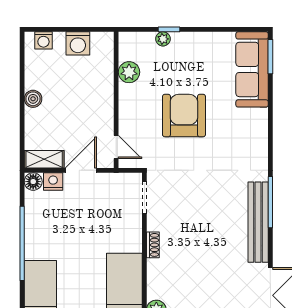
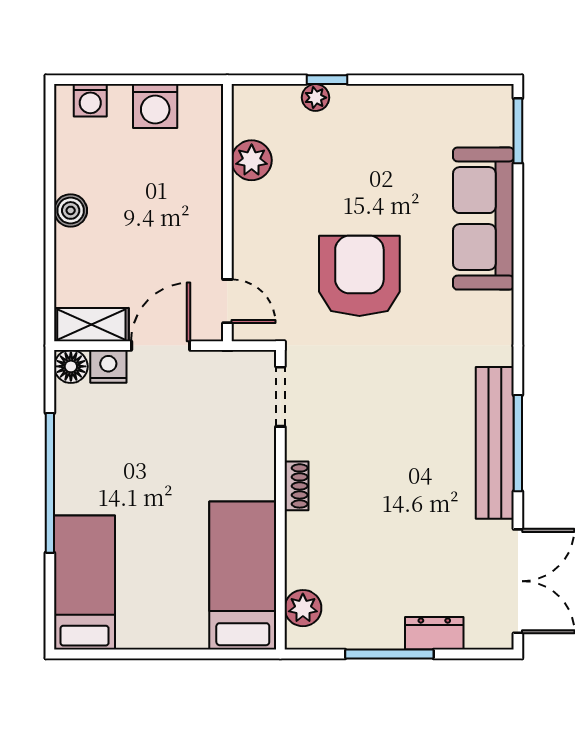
sofa: (252, 69) -> (483, 219), moved
armchair: (184, 116) -> (359, 276), moved
window: (270, 202) -> (518, 443), moved

